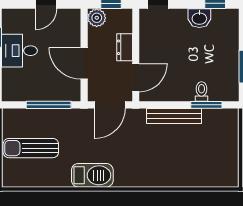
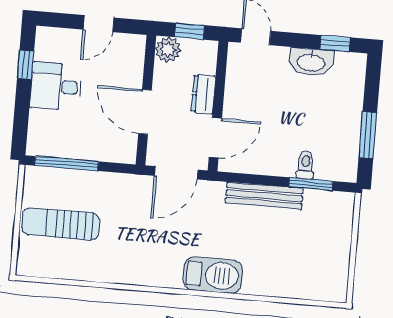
washbasin: (199, 18) -> (311, 62), width x1.38
window: (49, 105) -> (67, 164), moved
barbecue: (92, 175) -> (213, 275), moved

